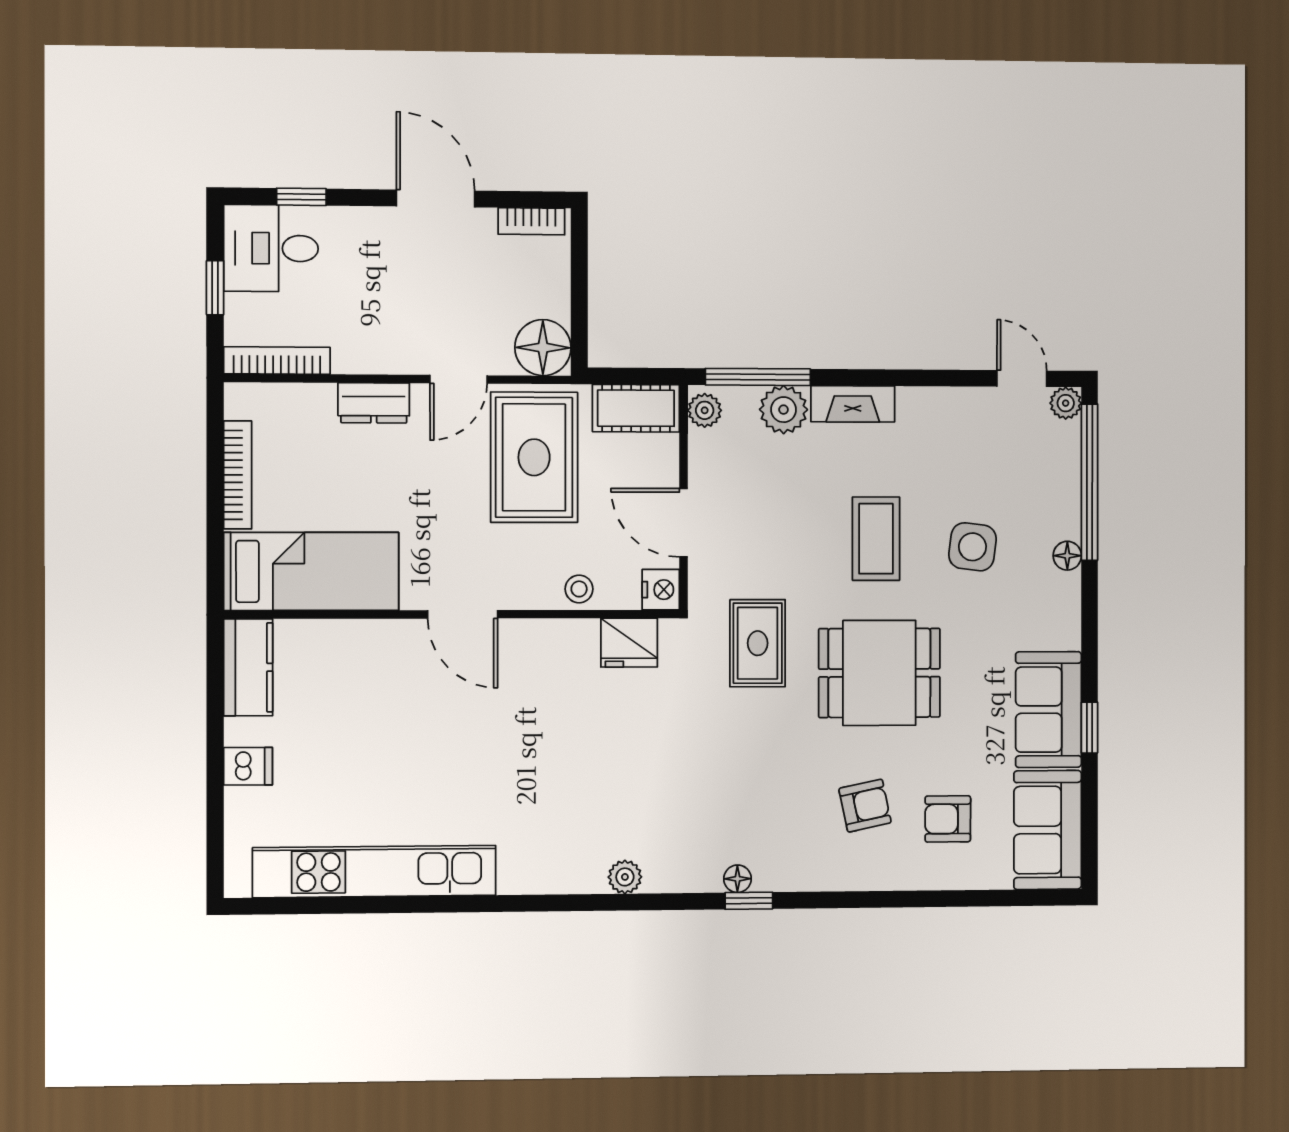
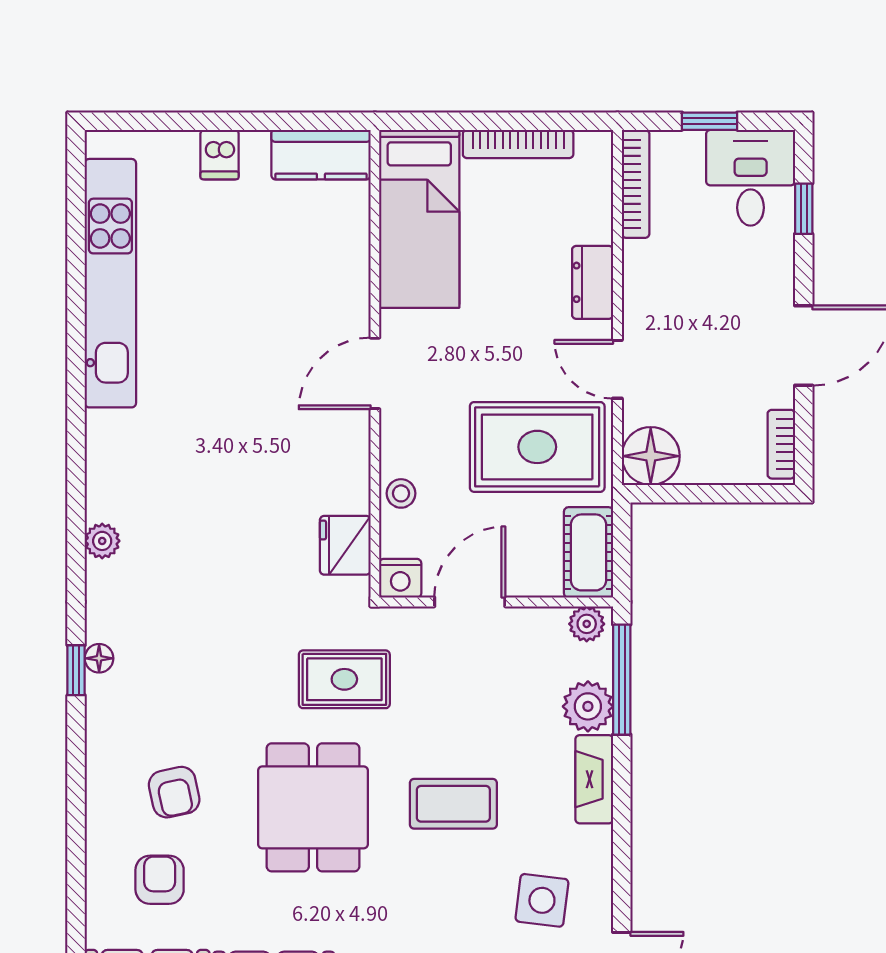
side table: (972, 547) -> (542, 900), moved

